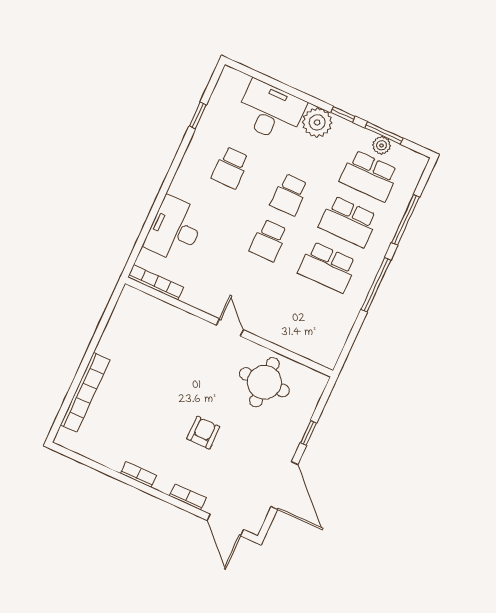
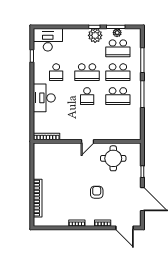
desk: (271, 111) -> (48, 40), moved
plant: (317, 122) -> (95, 35), moved
school desk: (289, 195) -> (87, 72), width x1.85
desk: (175, 229) -> (44, 98), moved
door: (230, 327) -> (88, 141), swing flipped

